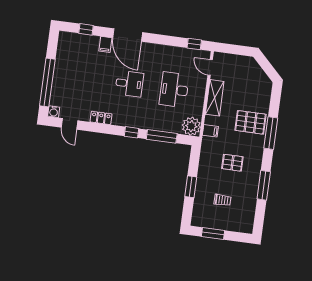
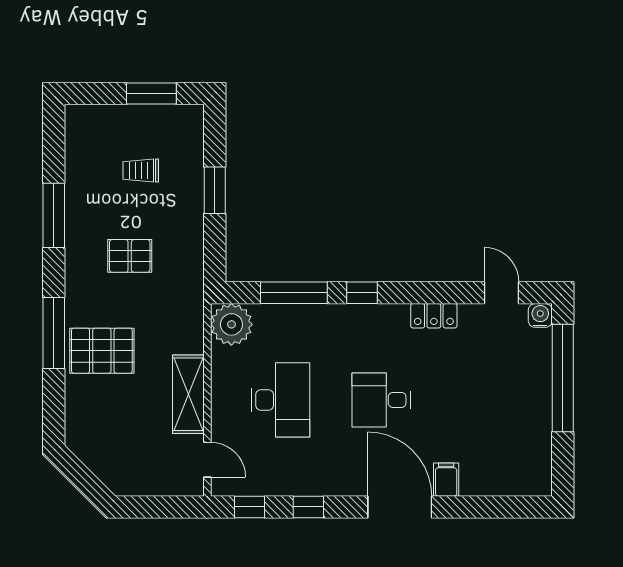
window: (86, 29) -> (308, 507), moved
filing cabinet: (210, 131) -> (188, 320), removed

